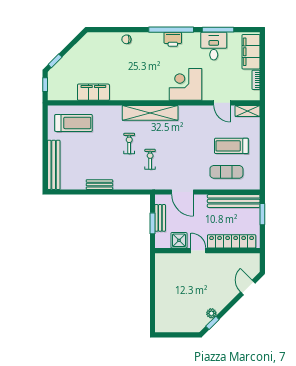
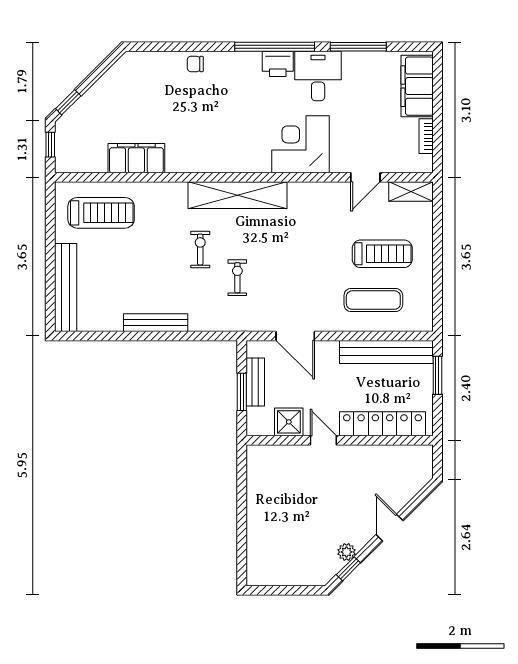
desk: (214, 46) -> (318, 76), moved
door: (222, 103) -> (365, 177), hinge flipped
treadmill: (231, 146) -> (382, 254), turned 180
bench: (99, 185) -> (156, 323), width x1.36
door: (248, 287) -> (390, 528), moved

